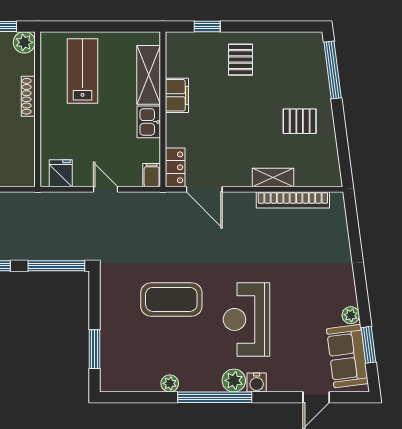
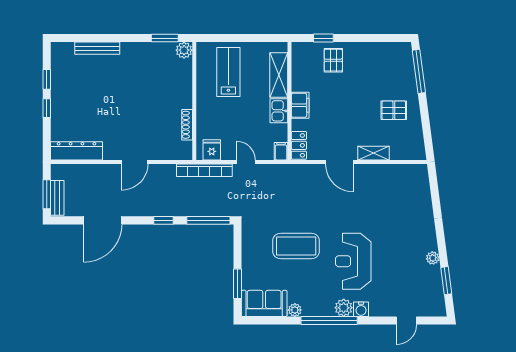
pallet: (241, 60) -> (333, 60), moved
filing cabinet: (177, 95) -> (300, 105), moved
shoe rack: (28, 96) -> (187, 125), moved
door: (204, 189) -> (339, 162), moved
bookcase: (293, 200) -> (204, 170), moved
sofa: (347, 356) -> (264, 303), moved, turned 97

